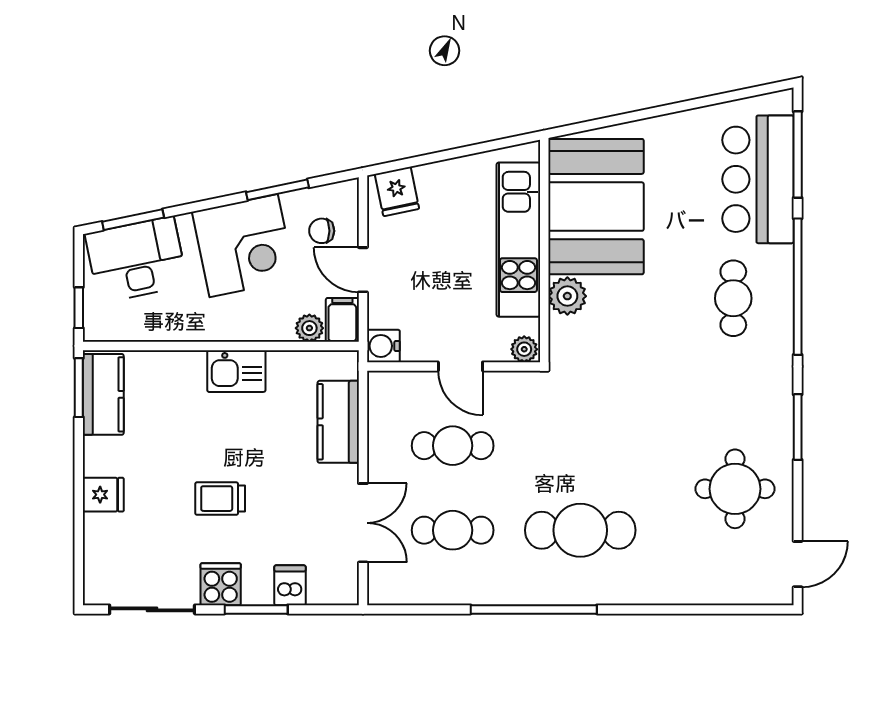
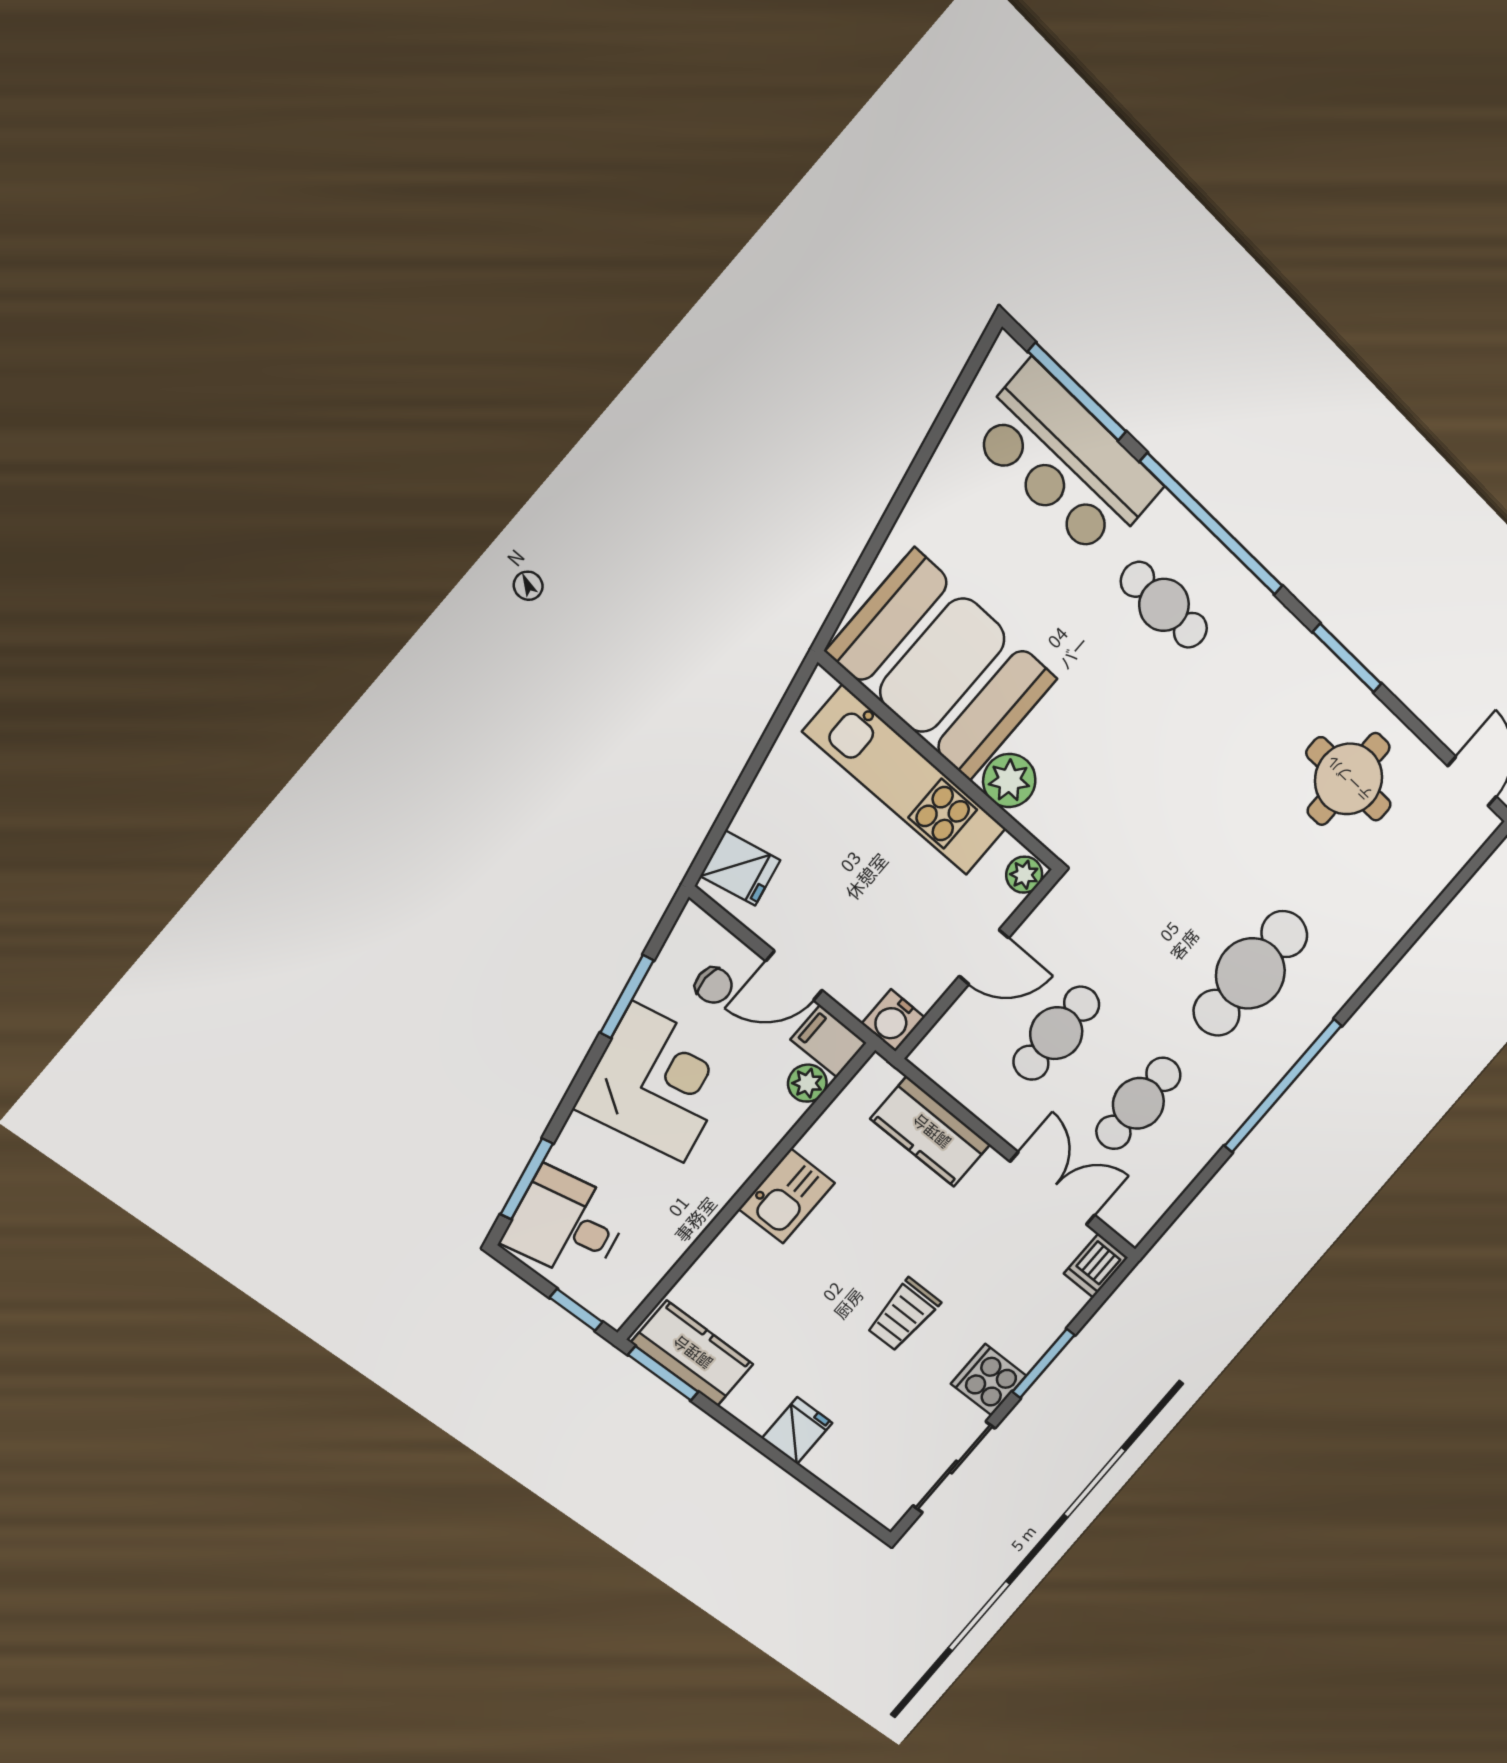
chair: (322, 231) -> (714, 985), turned -90
desk: (136, 260) -> (567, 1224), width x0.73
dishwasher: (290, 585) -> (1096, 1266), moved, turned -90

